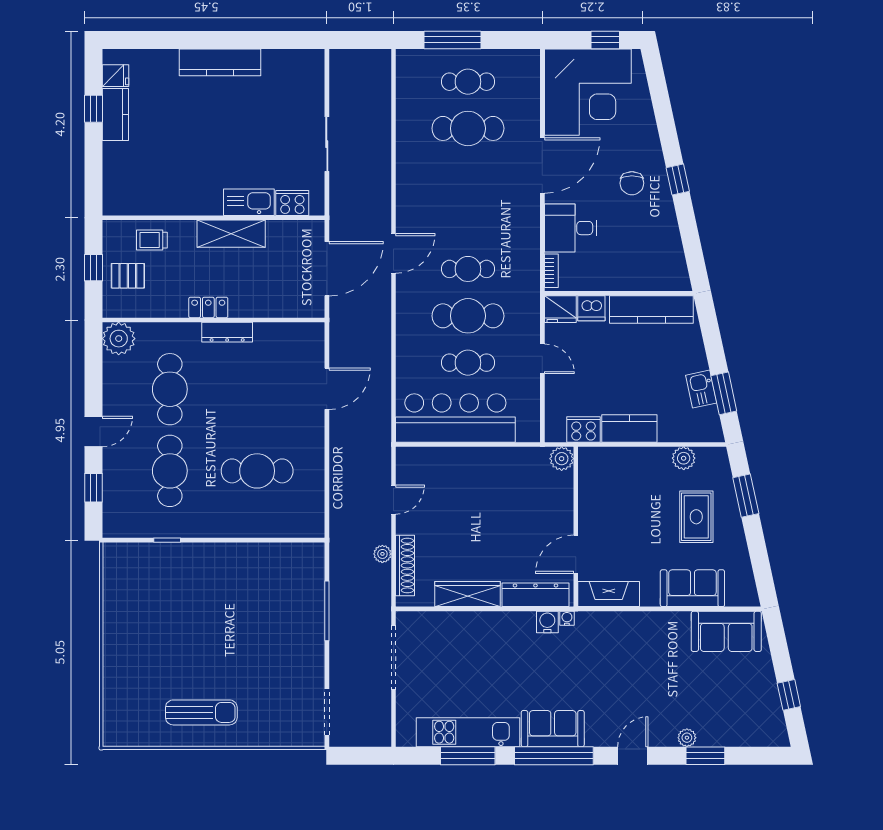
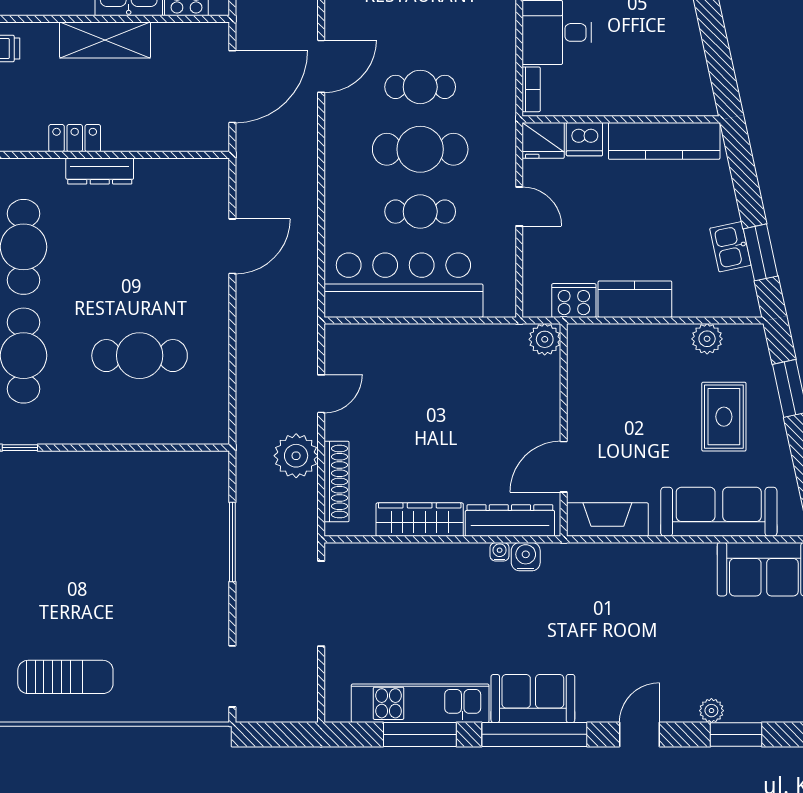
plant: (382, 554) -> (296, 456), width x1.88, depth x1.88
sofa: (692, 588) -> (719, 512), width x1.36
water cooler: (567, 618) -> (500, 552), moved

